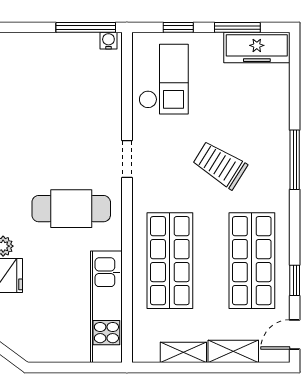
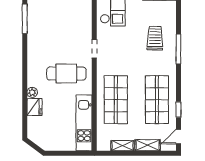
trolley: (220, 165) -> (155, 38), moved, turned 59

